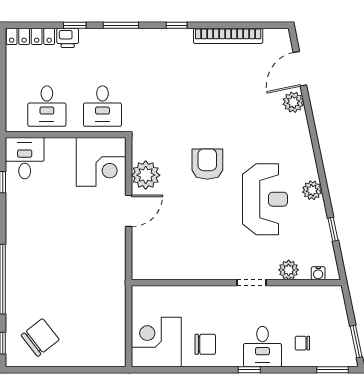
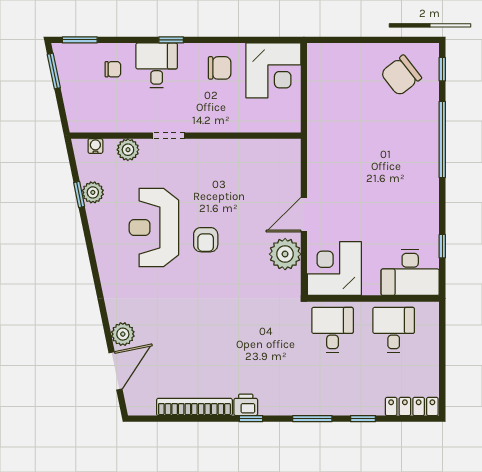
printer: (68, 38) -> (246, 405), moved
desk: (25, 158) -> (410, 273), width x1.37
armchair: (207, 164) -> (206, 240), moved, width x0.72, depth x0.72
plant: (312, 190) -> (93, 192), moved
chair: (205, 344) -> (220, 68), turned 180

